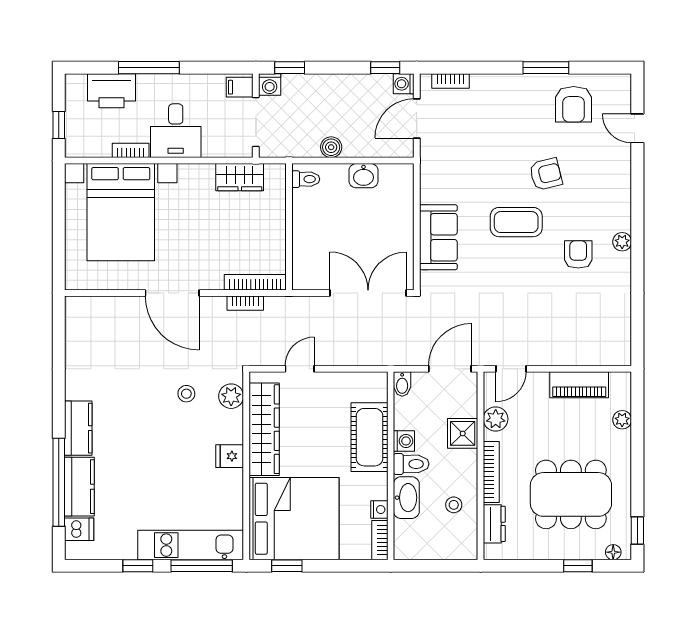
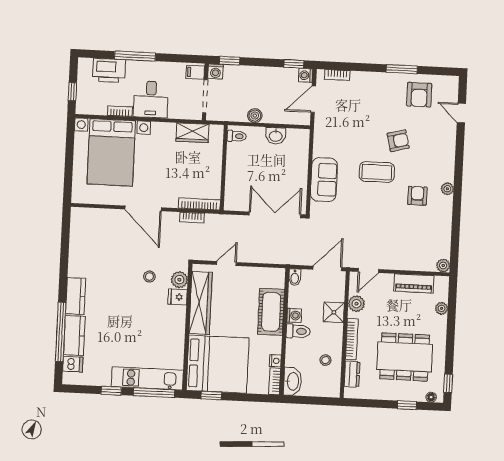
plant: (622, 356) -> (443, 265), added
fridge: (230, 456) -> (178, 297), moved
washbasin: (406, 498) -> (292, 381), moved

